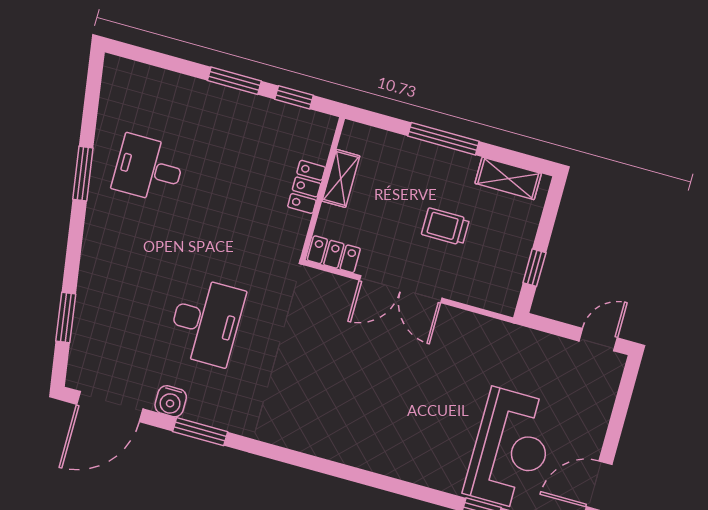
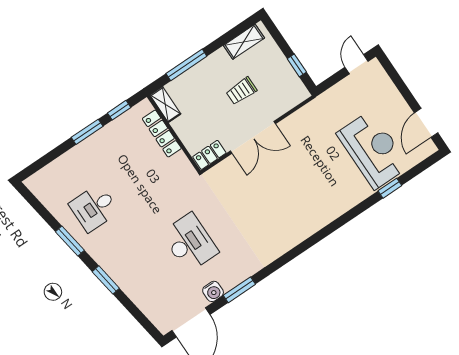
window: (443, 139) -> (186, 65), moved
shelving: (341, 178) -> (165, 105), moved
locker: (307, 187) -> (162, 134), width x1.53
window: (66, 318) -> (106, 280), moved

